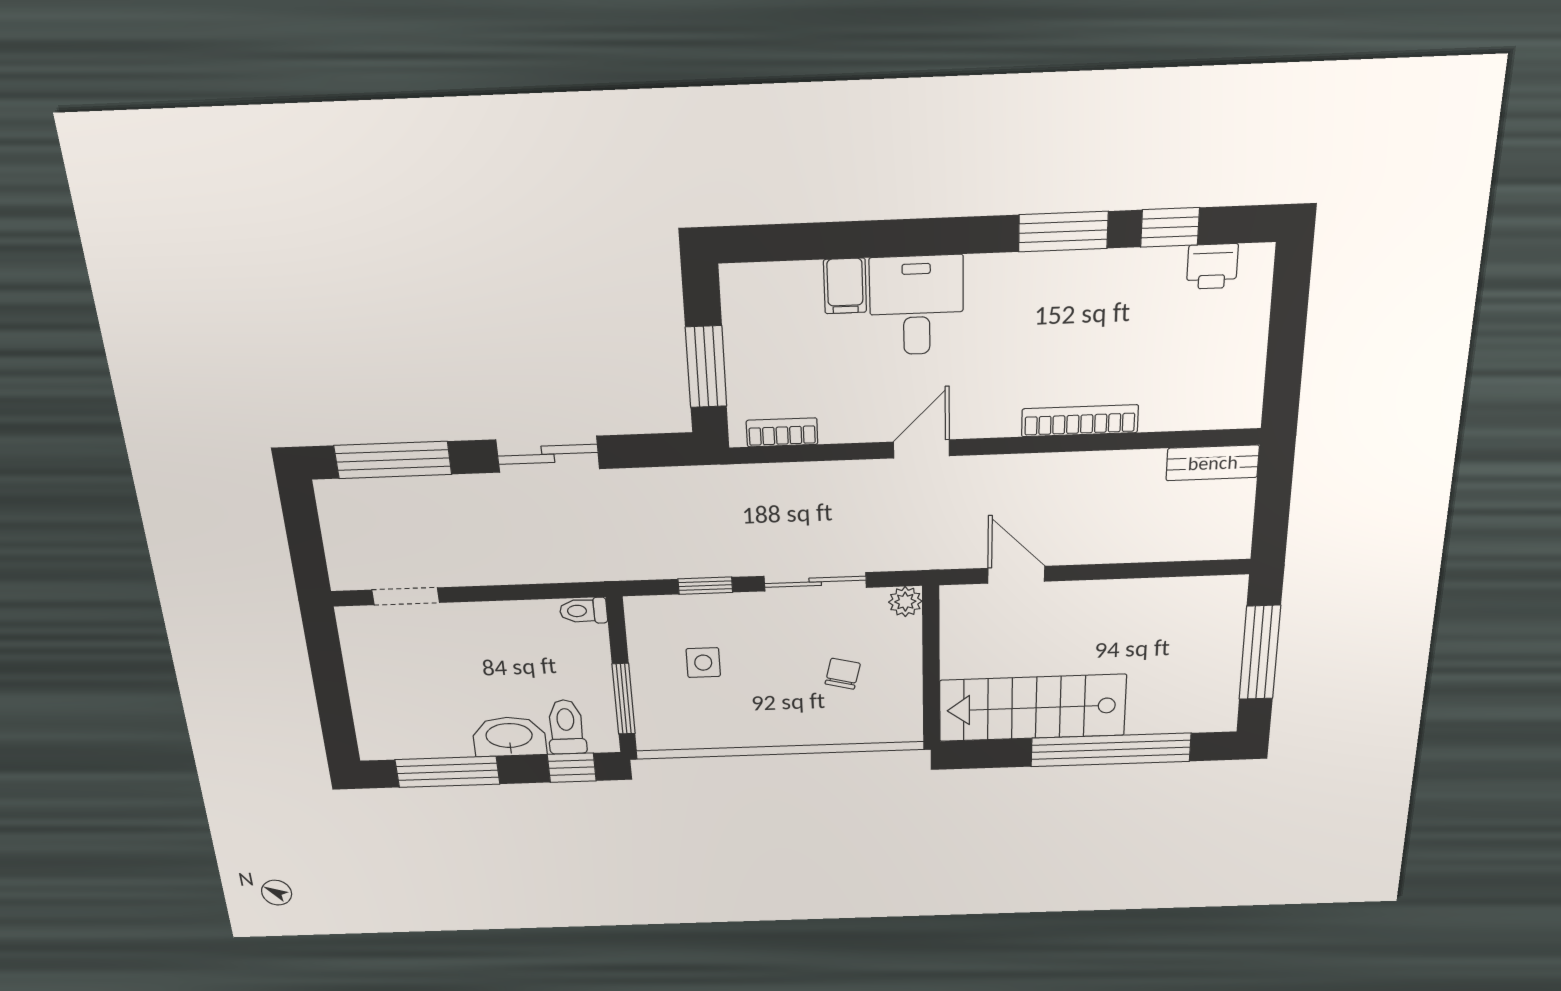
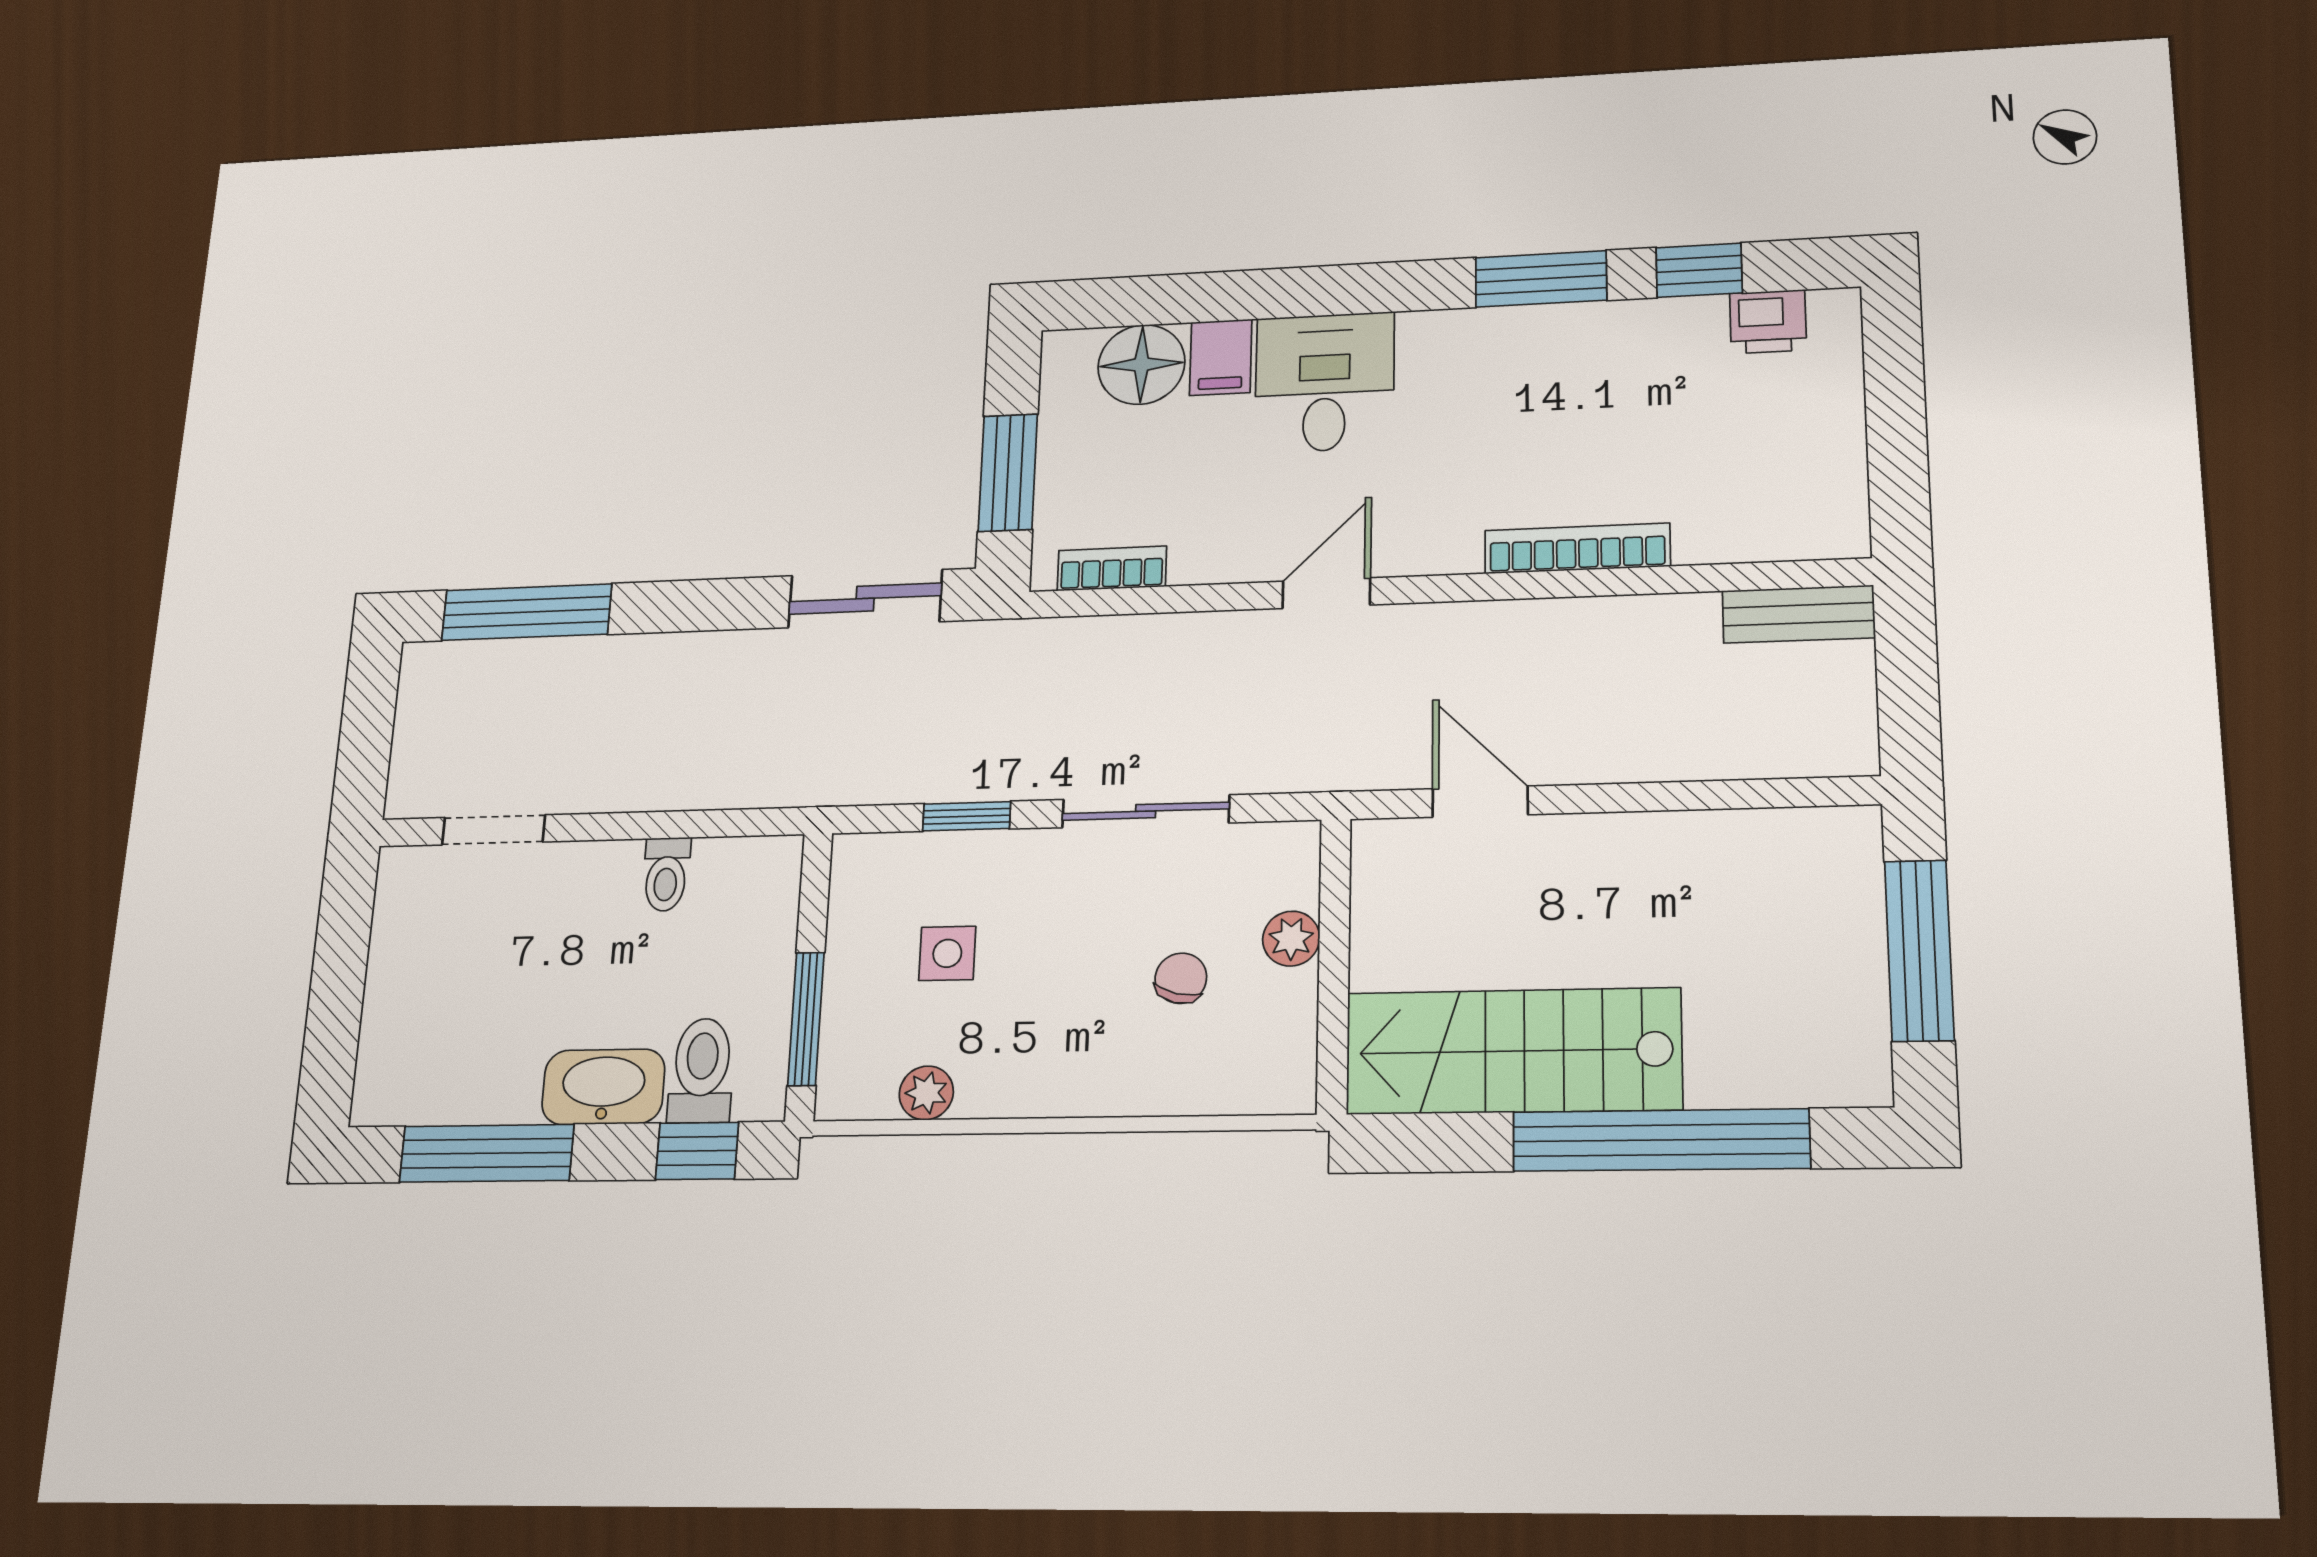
floor lamp: (791, 290) -> (1141, 364), added
sliding door: (548, 454) -> (865, 599), moved
plant: (905, 602) -> (1291, 939), moved
toilet: (584, 611) -> (666, 874), moved, turned -90
plant: (701, 736) -> (926, 1093), added

